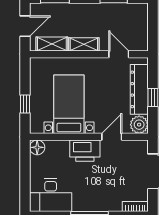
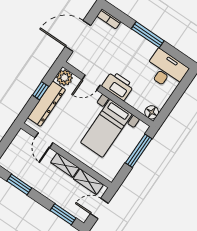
window: (25, 104) -> (139, 151), width x2.17

